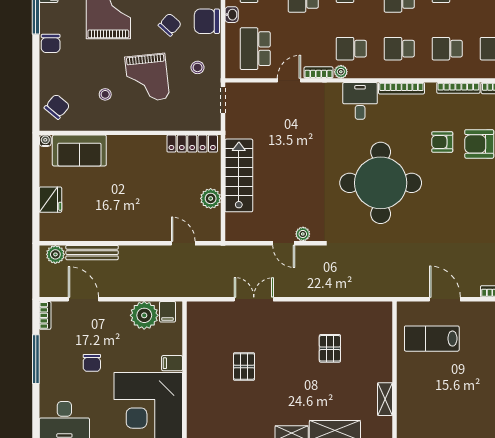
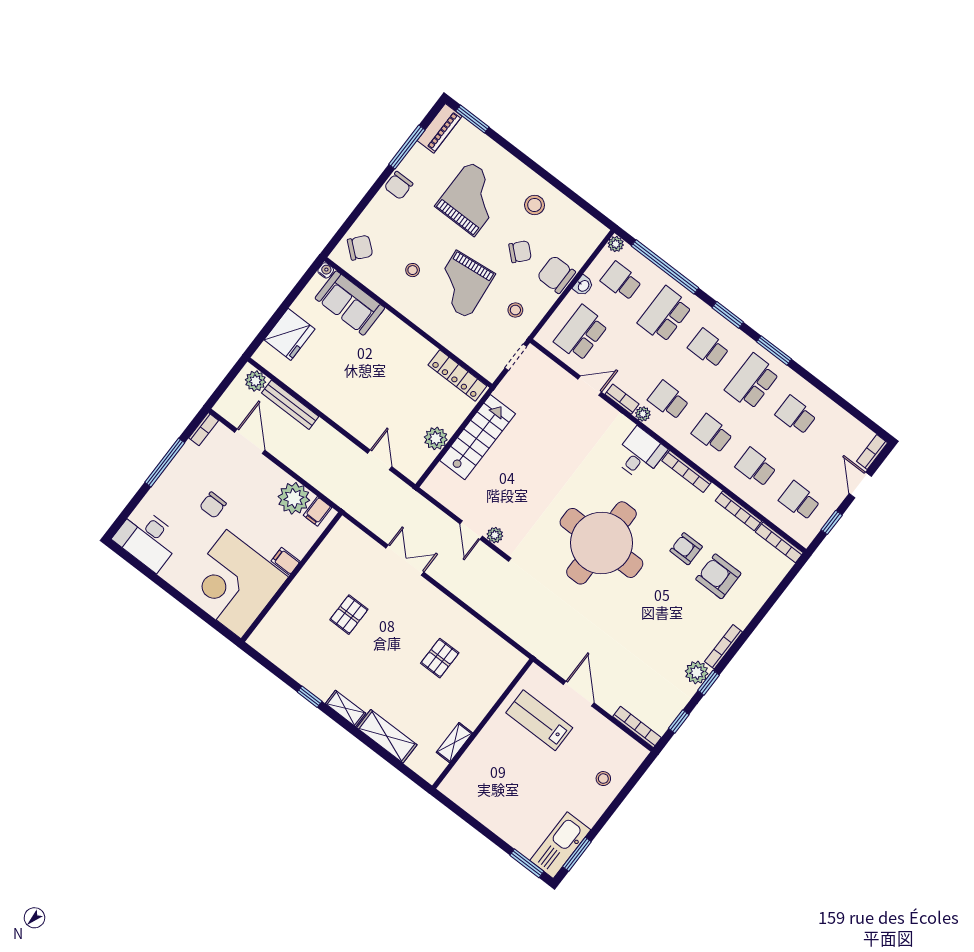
fridge: (50, 200) -> (289, 334), width x1.36, depth x1.34

